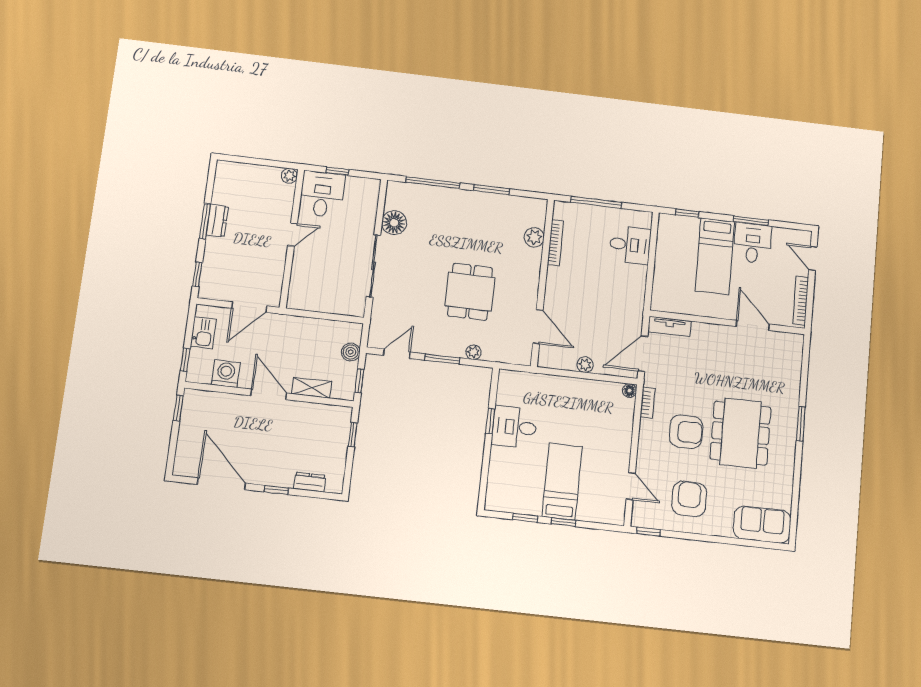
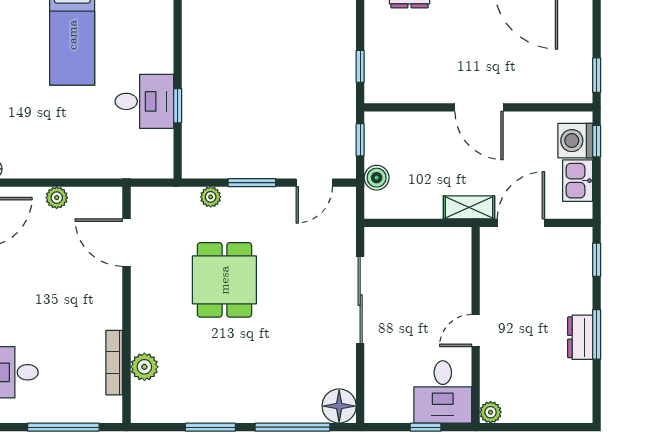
floor lamp: (394, 223) -> (339, 406), moved
washing machine: (226, 374) -> (575, 141), moved, turned 90
shelving: (312, 388) -> (469, 207), moved

